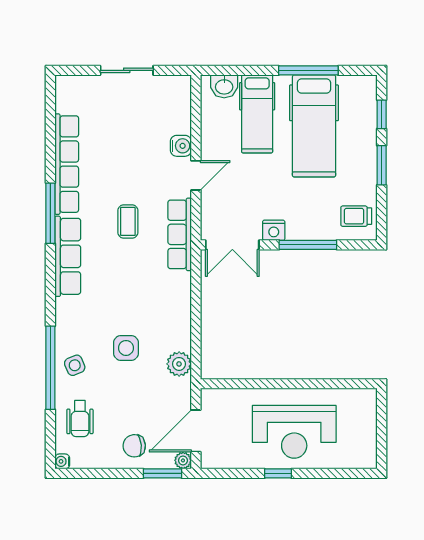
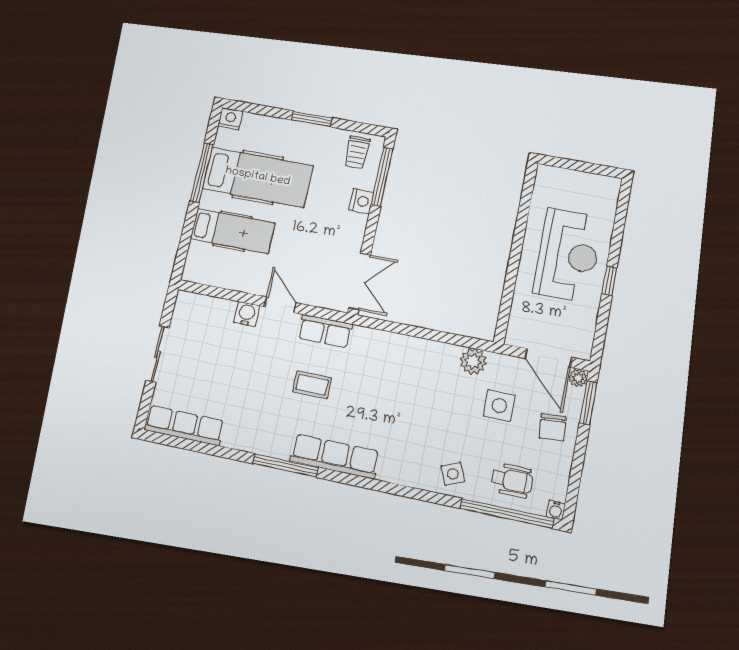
washbasin: (224, 86) -> (197, 259), removed
nightstand: (367, 86) -> (230, 119), added
window: (382, 114) -> (262, 110), removed
row of seats: (67, 164) -> (184, 425), moved, width x0.73
nightstand: (274, 230) -> (361, 201), moved
row of seats: (180, 234) -> (325, 331), width x0.68
window: (308, 245) -> (382, 177), moved
side table: (126, 348) -> (499, 405), moved
window: (50, 368) -> (507, 513), moved

